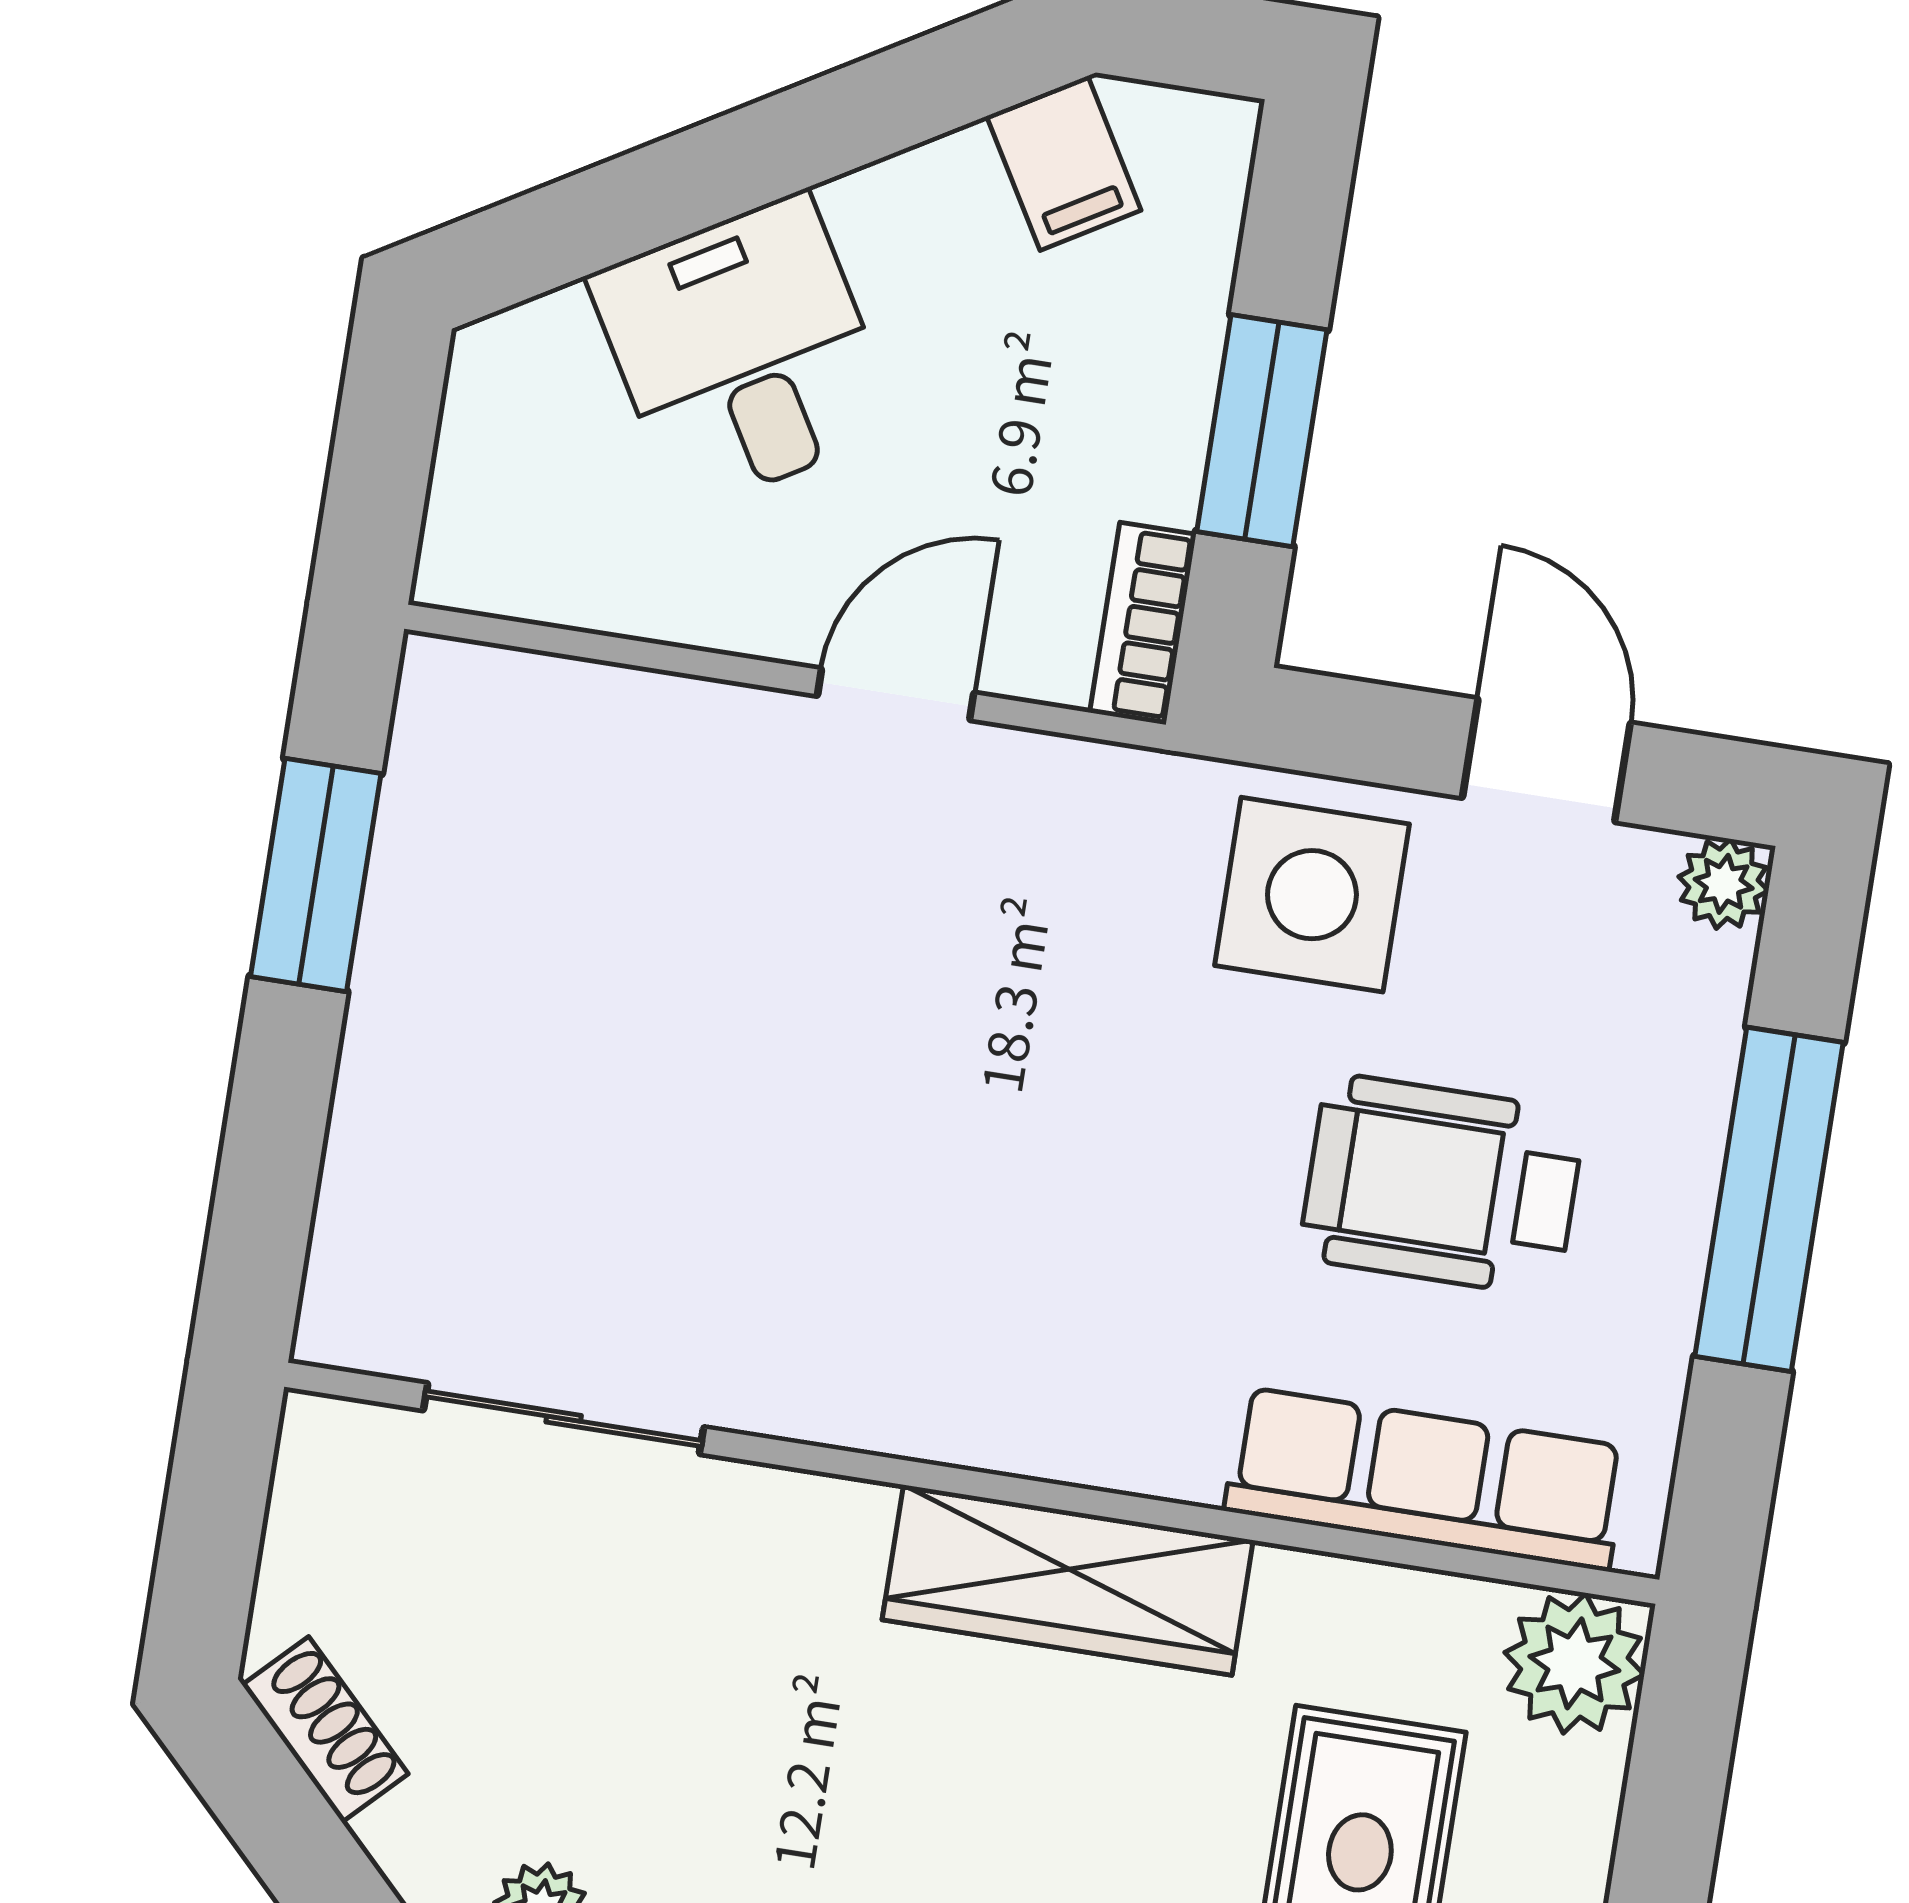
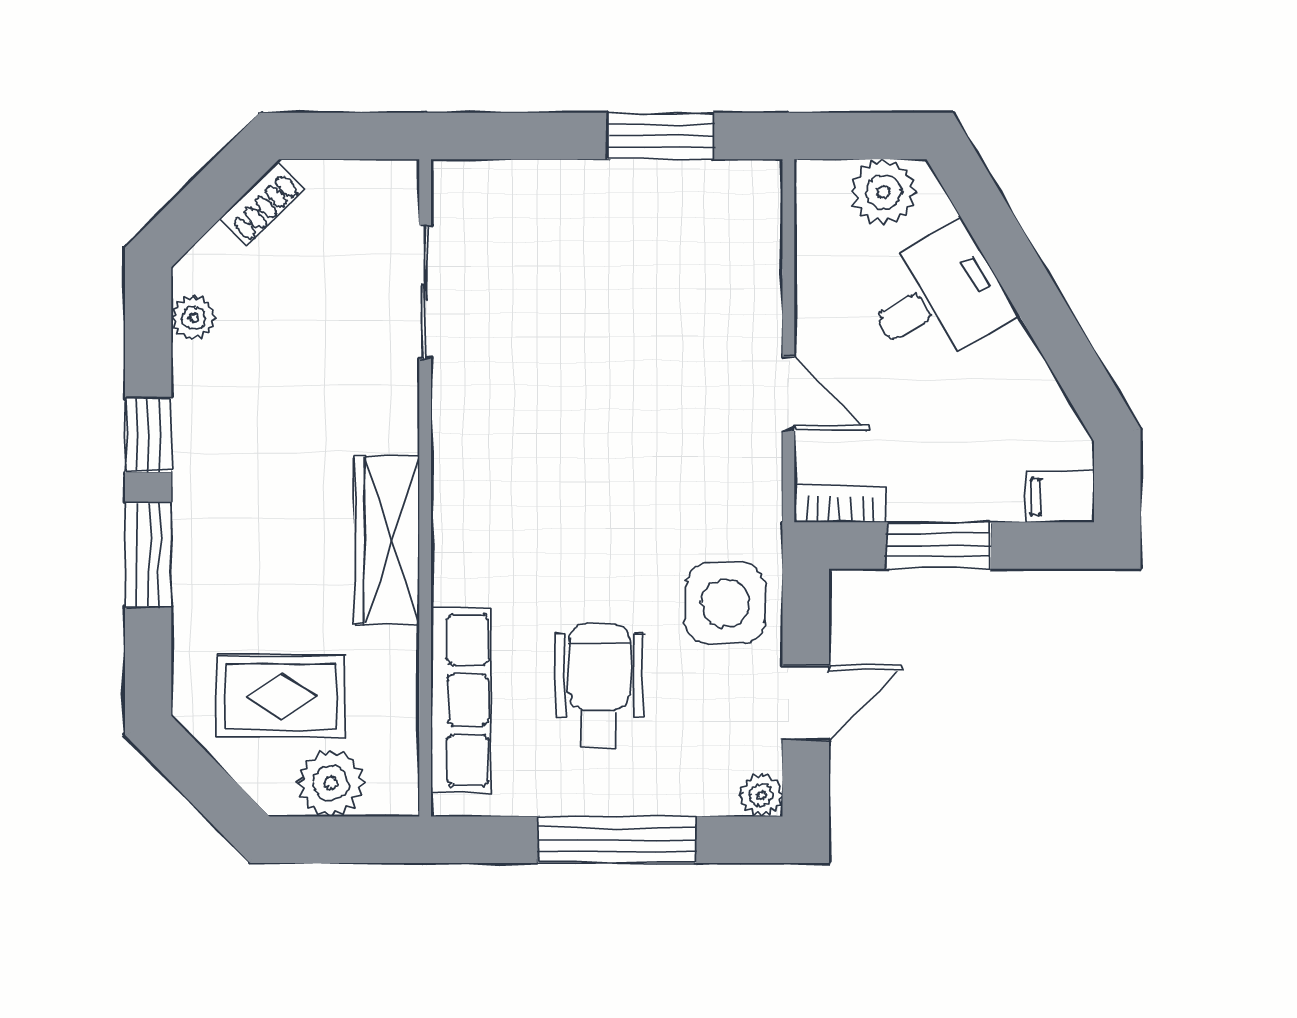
filing cabinet: (1064, 163) -> (1060, 497), moved, turned 31
plant: (506, 429) -> (884, 192), added
plant: (1574, 1663) -> (331, 783), moved

